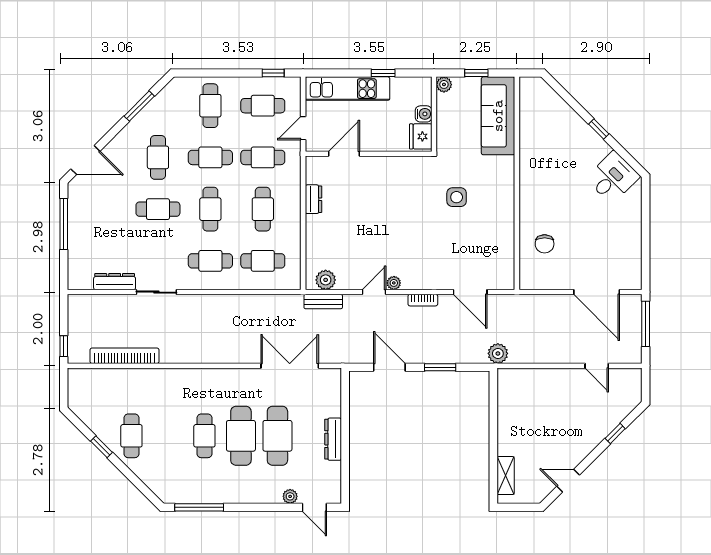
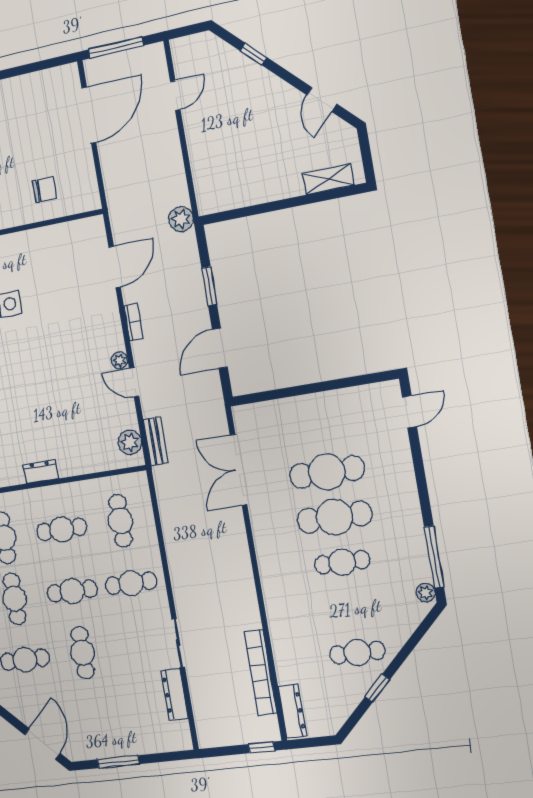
window: (64, 224) -> (118, 762), width x0.69
cafe table: (210, 261) -> (131, 583), turned 90
dresser: (333, 439) -> (292, 711), moved, turned -90
plant: (290, 496) -> (426, 593), moved

